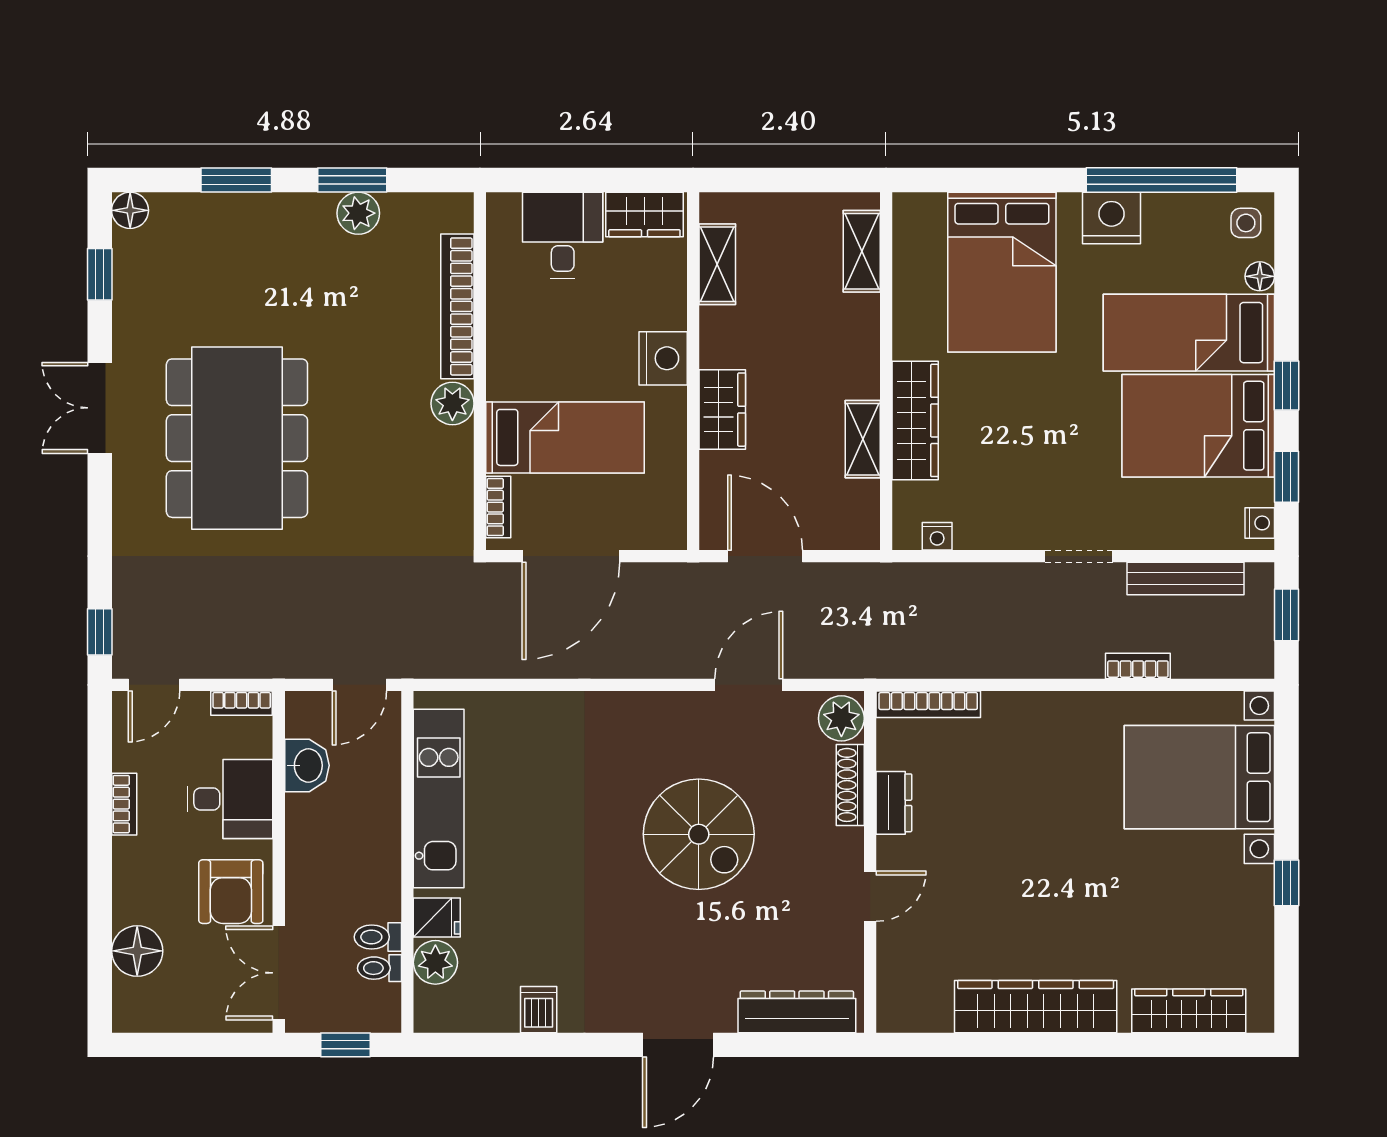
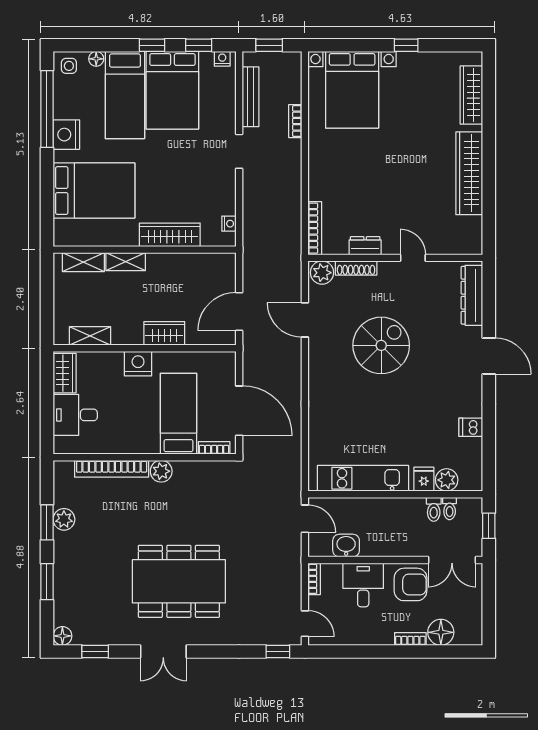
shelving: (863, 439) -> (126, 262), moved
bookcase: (124, 804) -> (410, 639), moved

